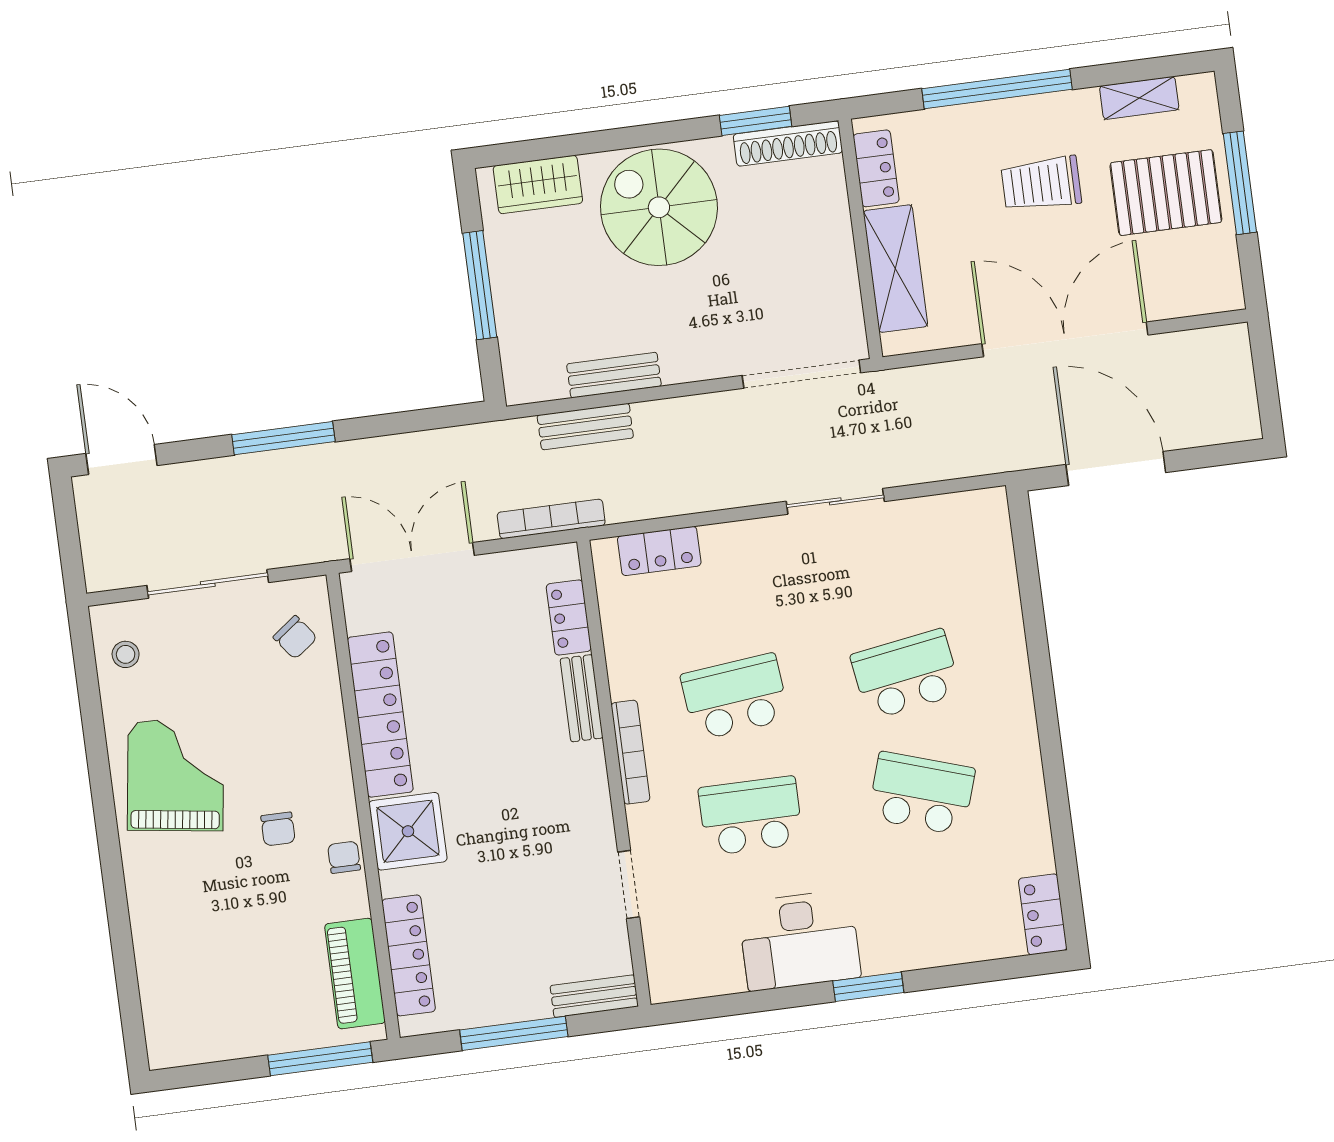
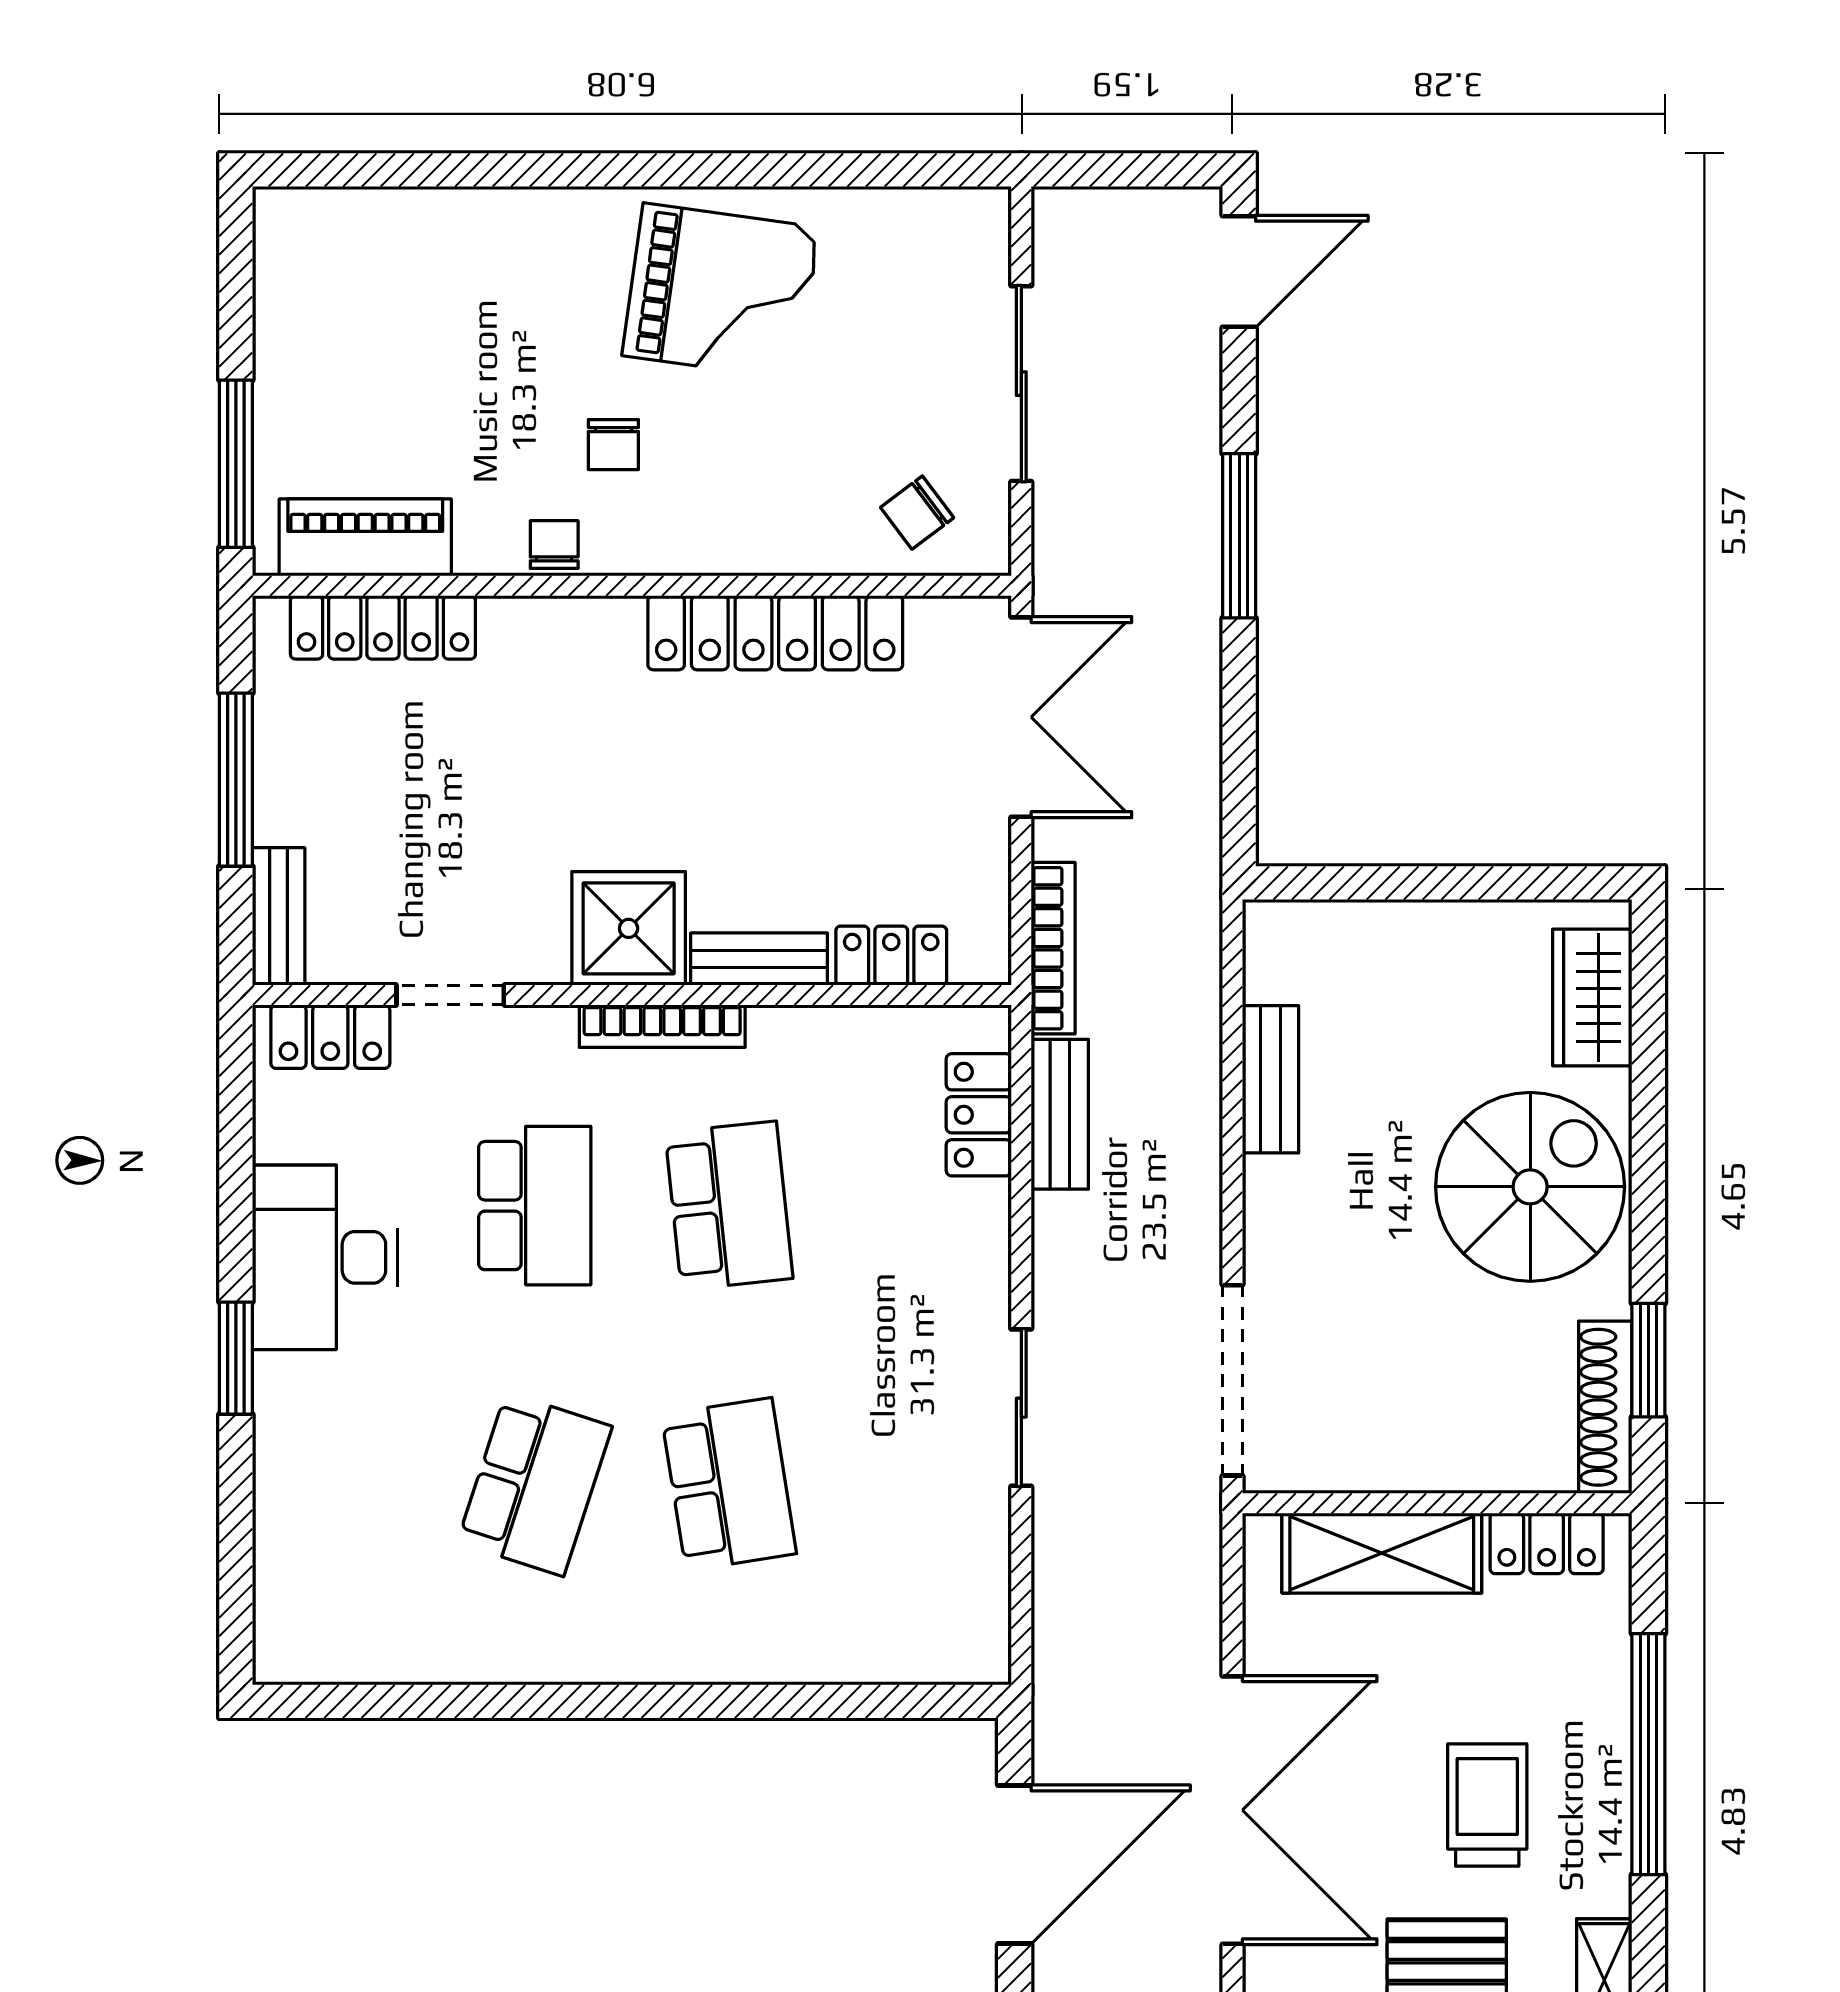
window: (480, 285) -> (1443, 883), removed
bench: (585, 427) -> (1060, 1114), moved
stool: (126, 654) -> (926, 237), removed
chair: (278, 829) -> (613, 445), turned -90
shower: (408, 831) -> (629, 928), moved
chair: (344, 857) -> (554, 545), turned -90
locker: (1043, 914) -> (330, 1037), moved, turned 180

